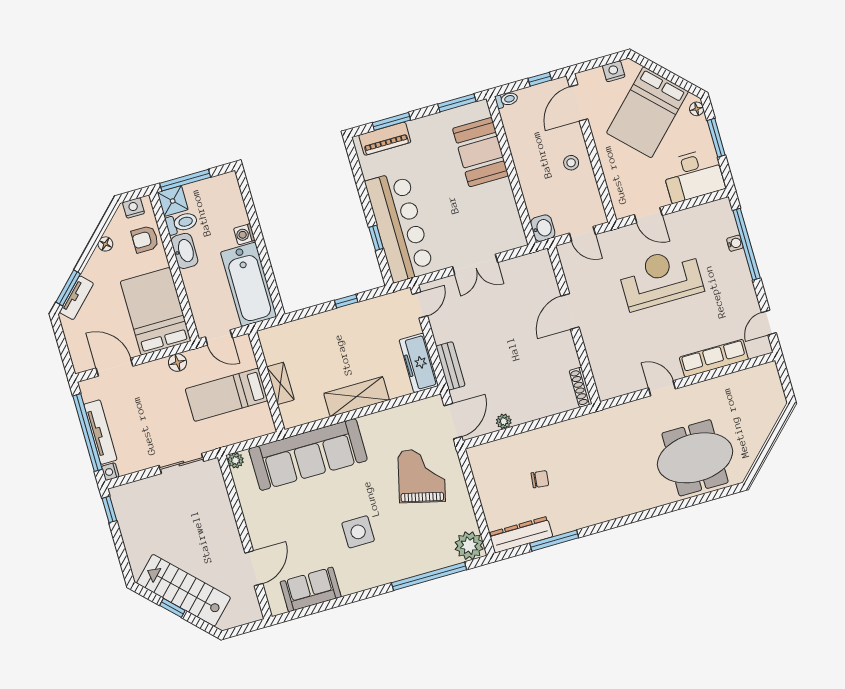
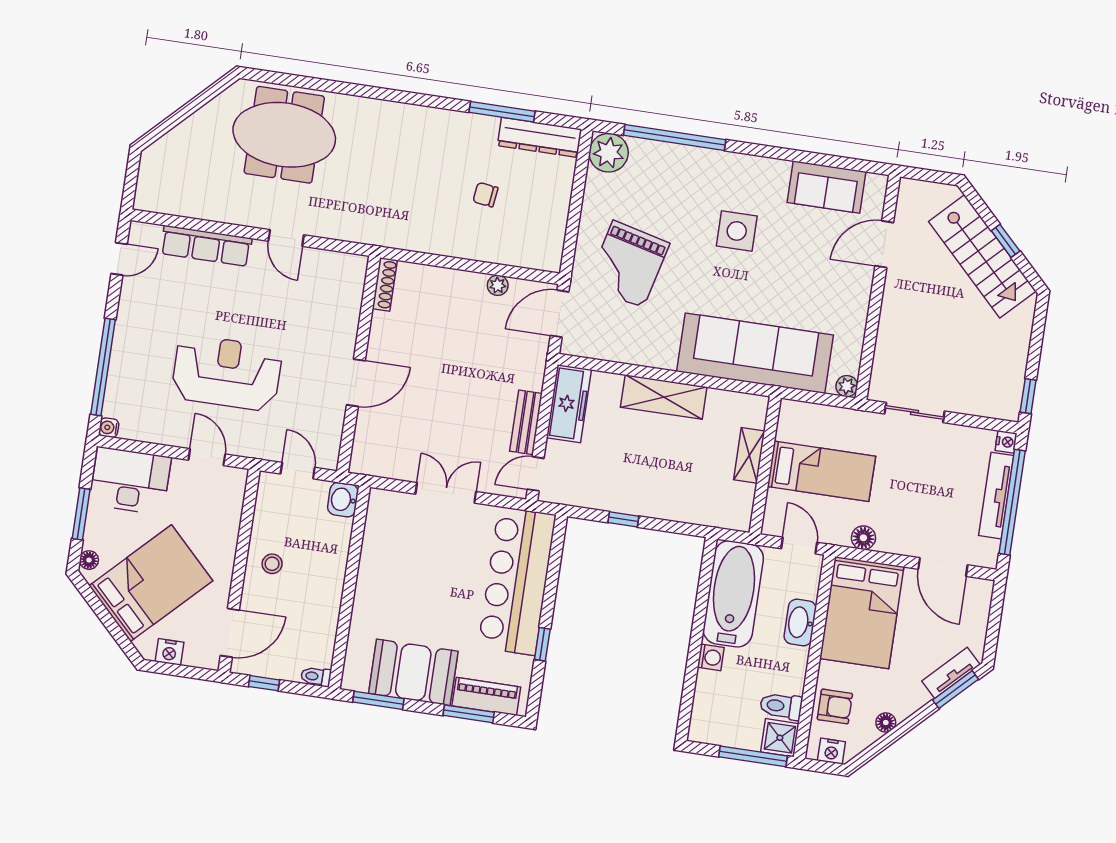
booth: (481, 152) -> (413, 672), moved, turned 90
window: (376, 238) -> (542, 644), moved
water cooler: (735, 243) -> (109, 428), moved
washbasin: (185, 251) -> (800, 623), moved
reception desk: (661, 278) -> (227, 373), turned 180
bench: (450, 366) -> (526, 422), moved

